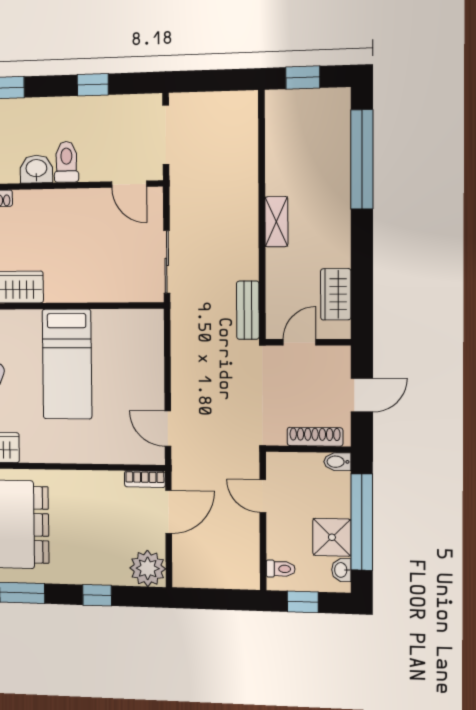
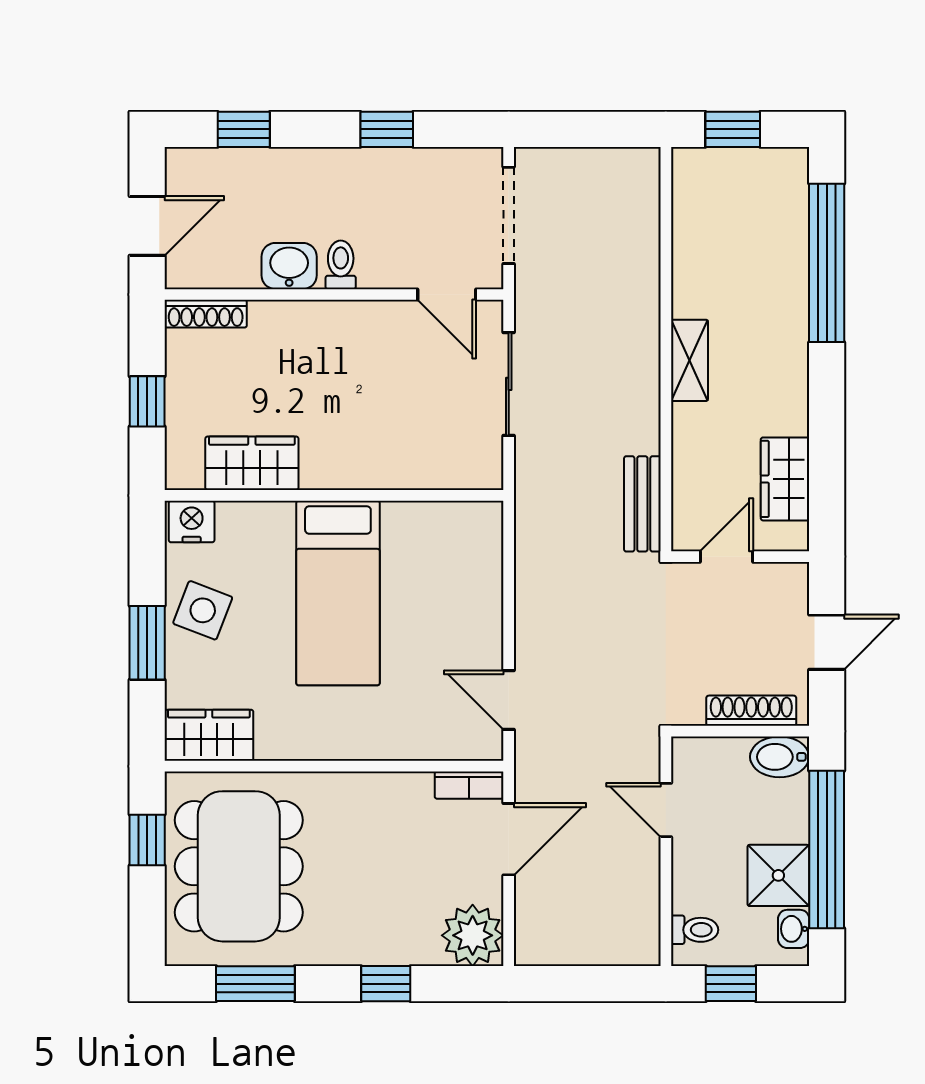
toilet: (66, 162) -> (341, 265), width x0.73, depth x0.72
sliding door: (167, 262) -> (509, 384), moved
bidet: (337, 462) -> (780, 757), width x1.38, depth x1.36

